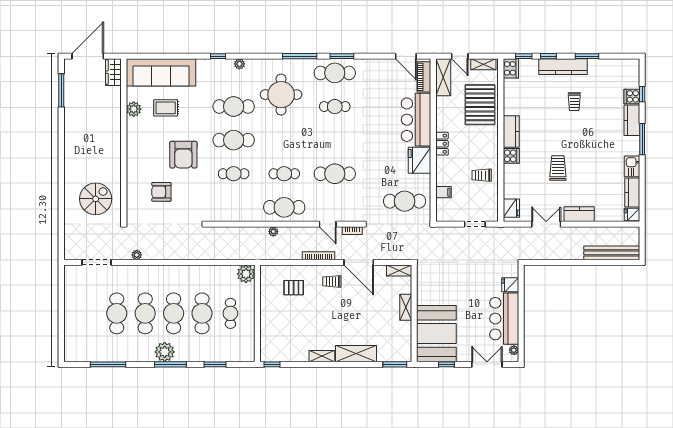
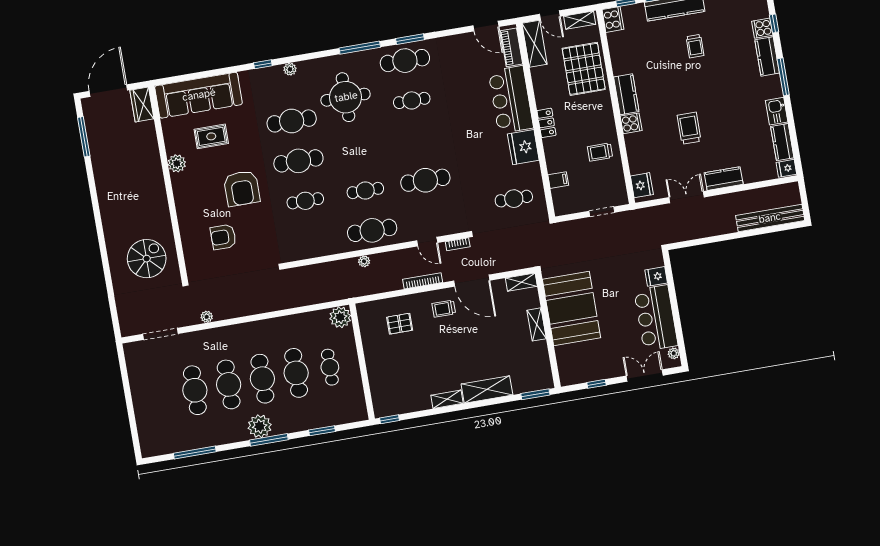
plant: (134, 109) -> (177, 163), moved
cafe table: (405, 201) -> (514, 199), width x0.73, depth x0.74
booth: (436, 334) -> (571, 308), moved

